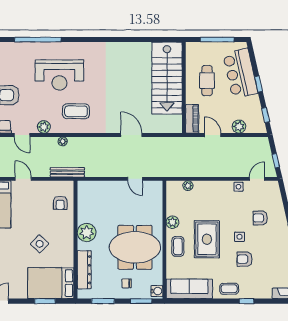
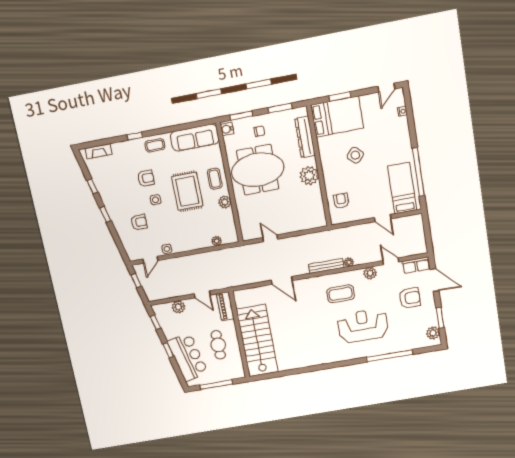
bench: (67, 172) -> (326, 266), moved

